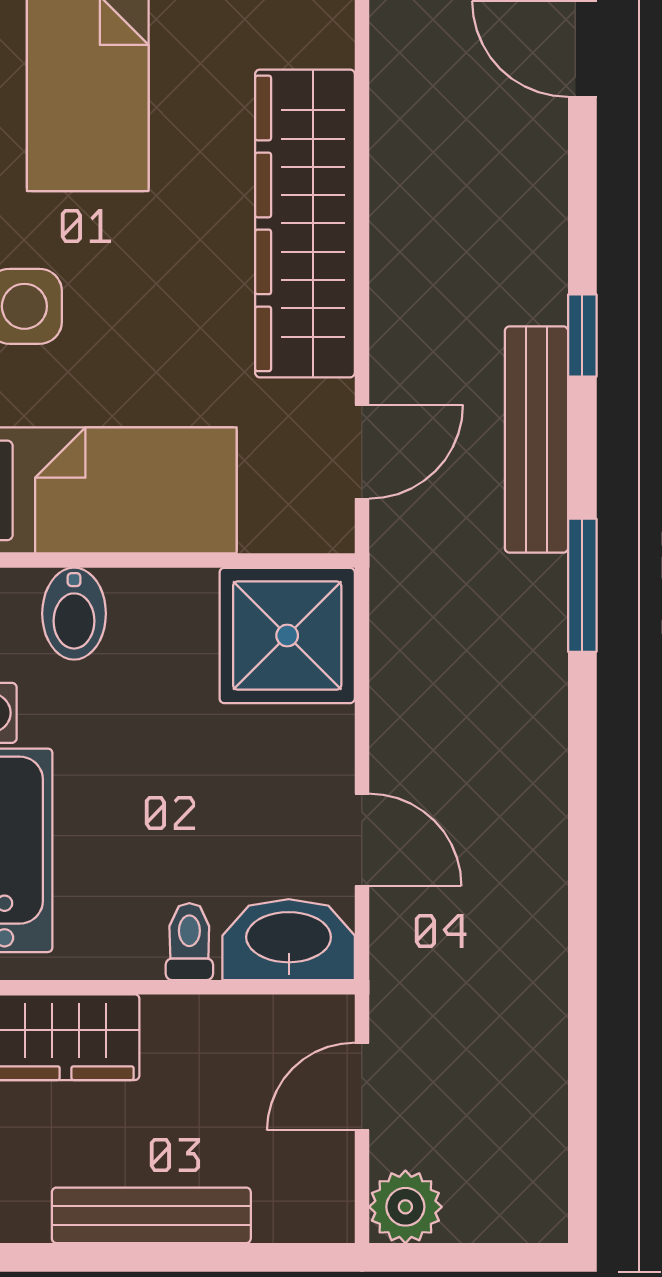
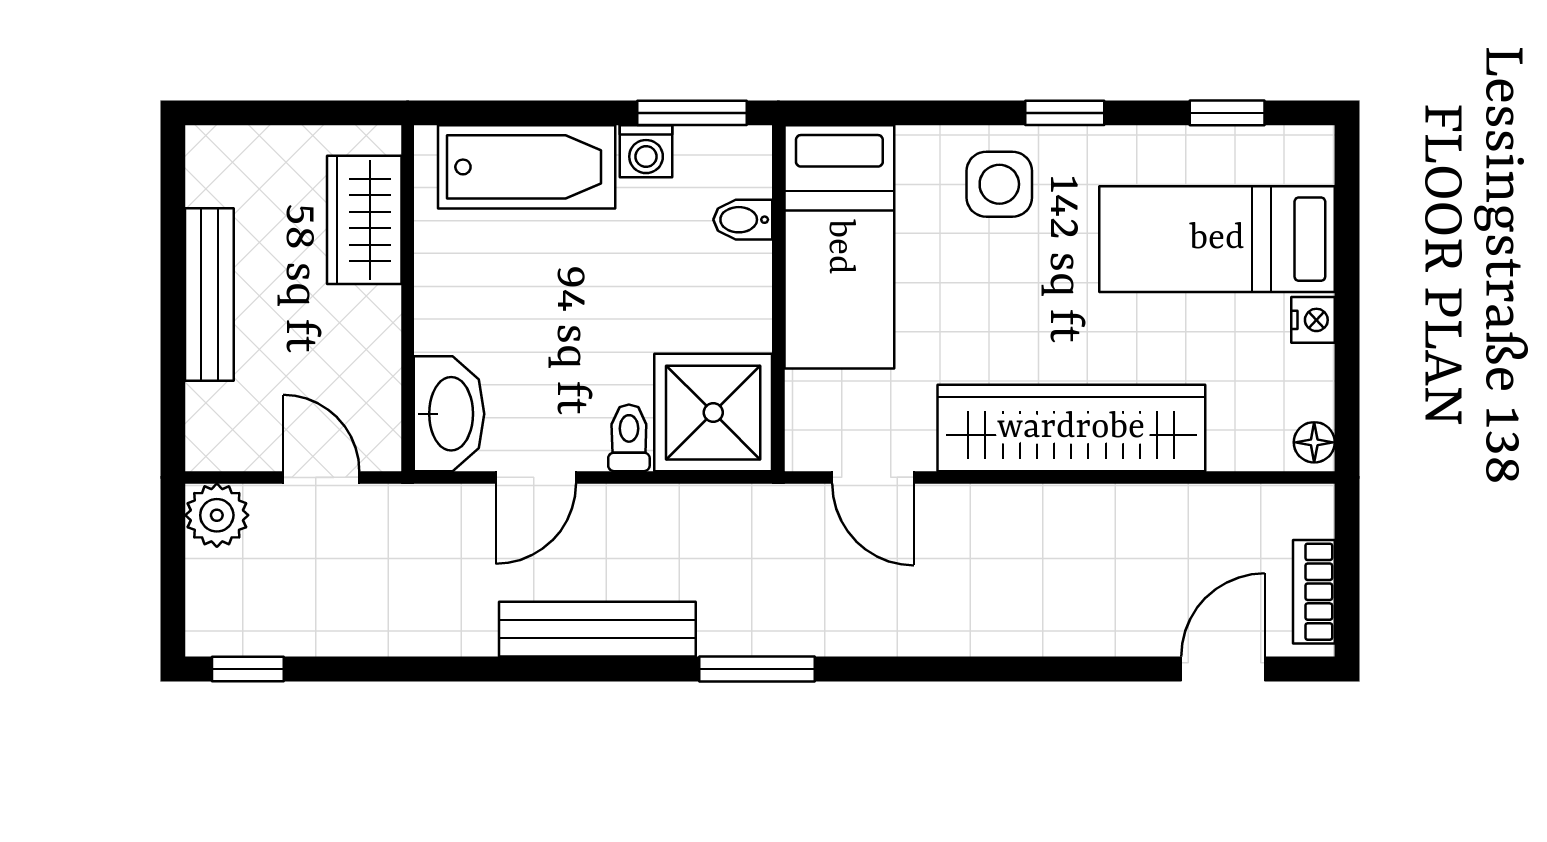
window: (582, 336) -> (248, 669), moved
bench: (536, 440) -> (597, 629), moved
bidet: (74, 614) -> (743, 220), width x0.72, depth x0.74
toilet: (189, 942) -> (629, 438), moved, turned -90

